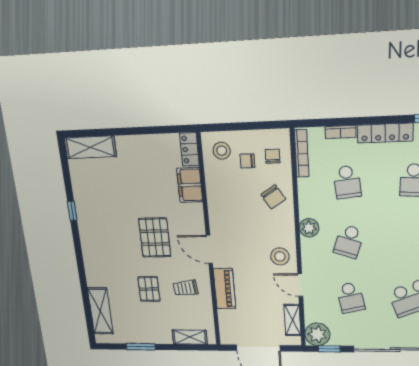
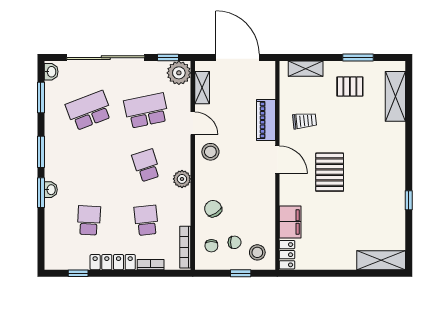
window: (238, 126) -> (241, 273), added
school desk: (349, 241) -> (146, 165), turned -36
pallet: (149, 289) -> (350, 87), moved, turned 90
school desk: (351, 298) -> (146, 111), width x1.85

